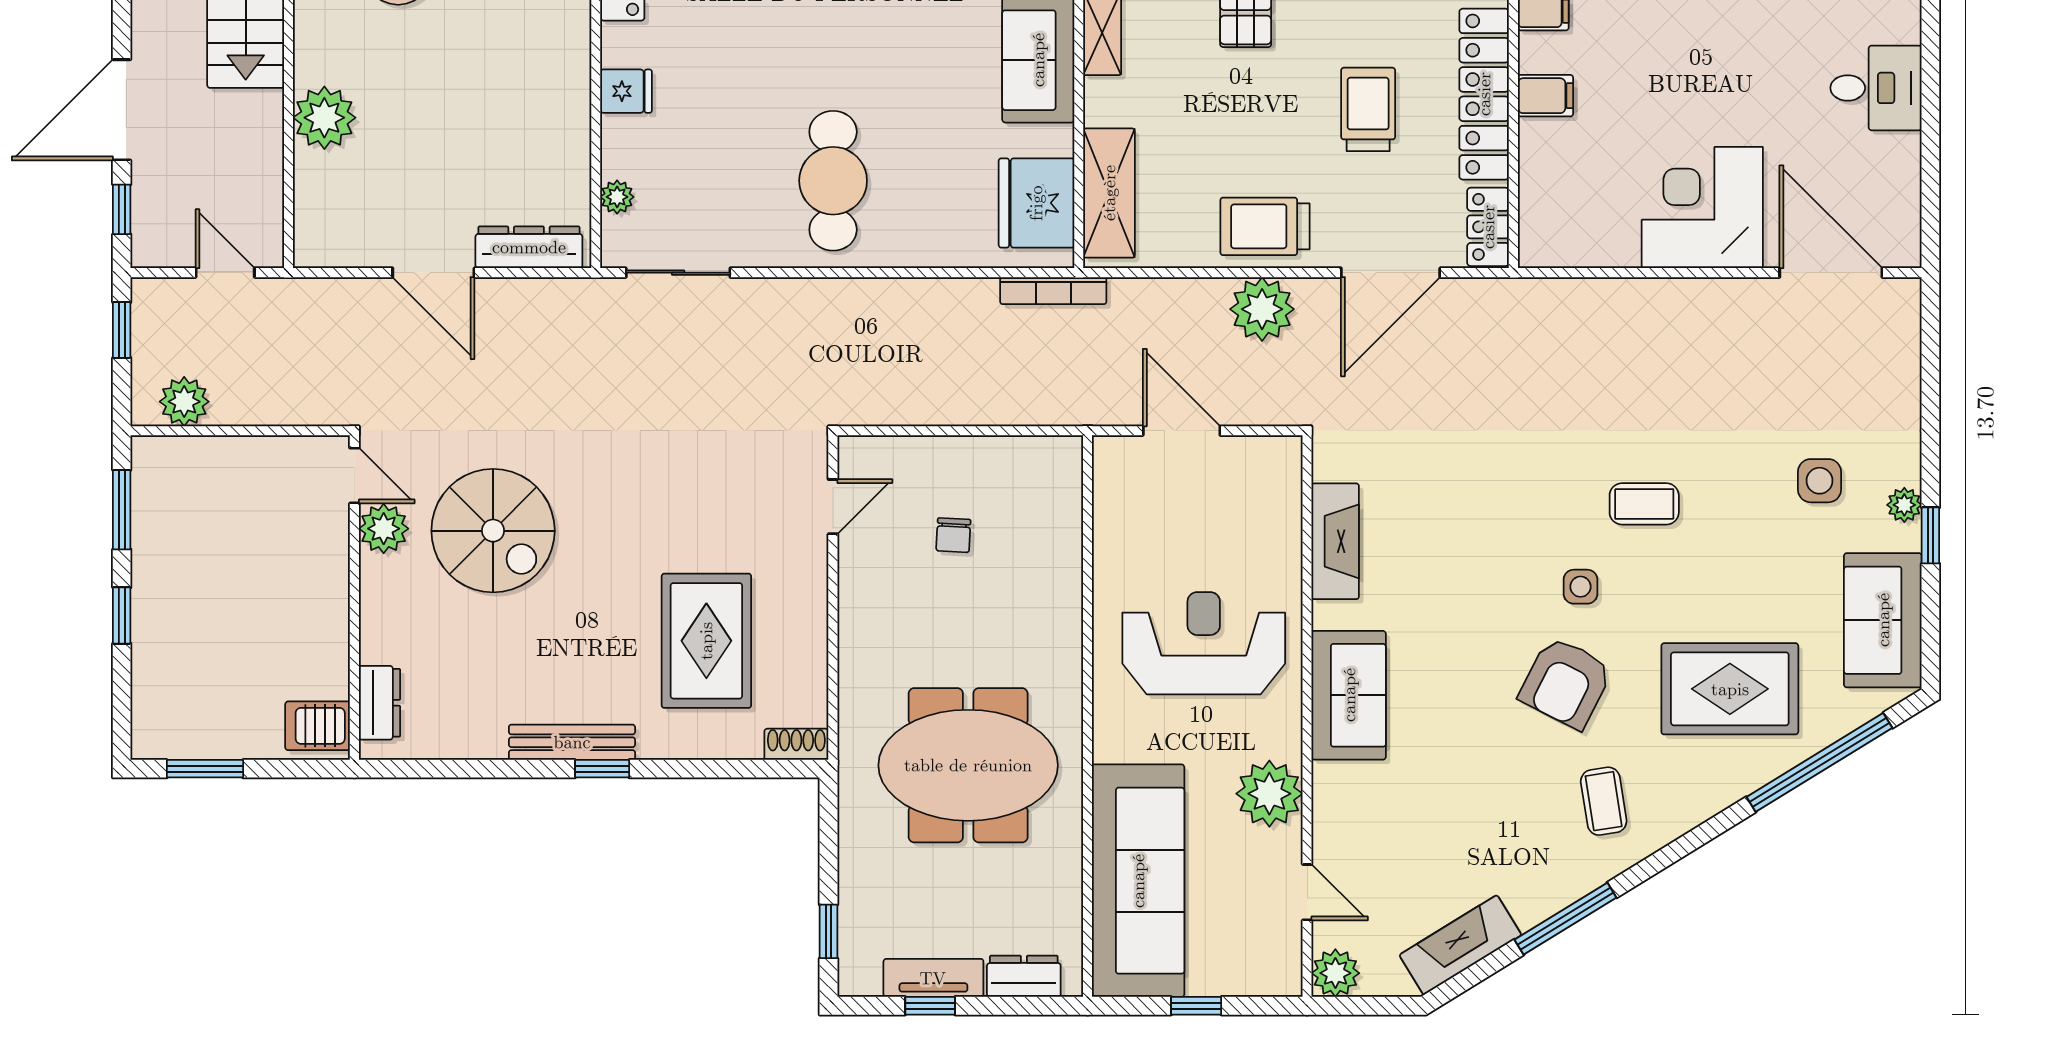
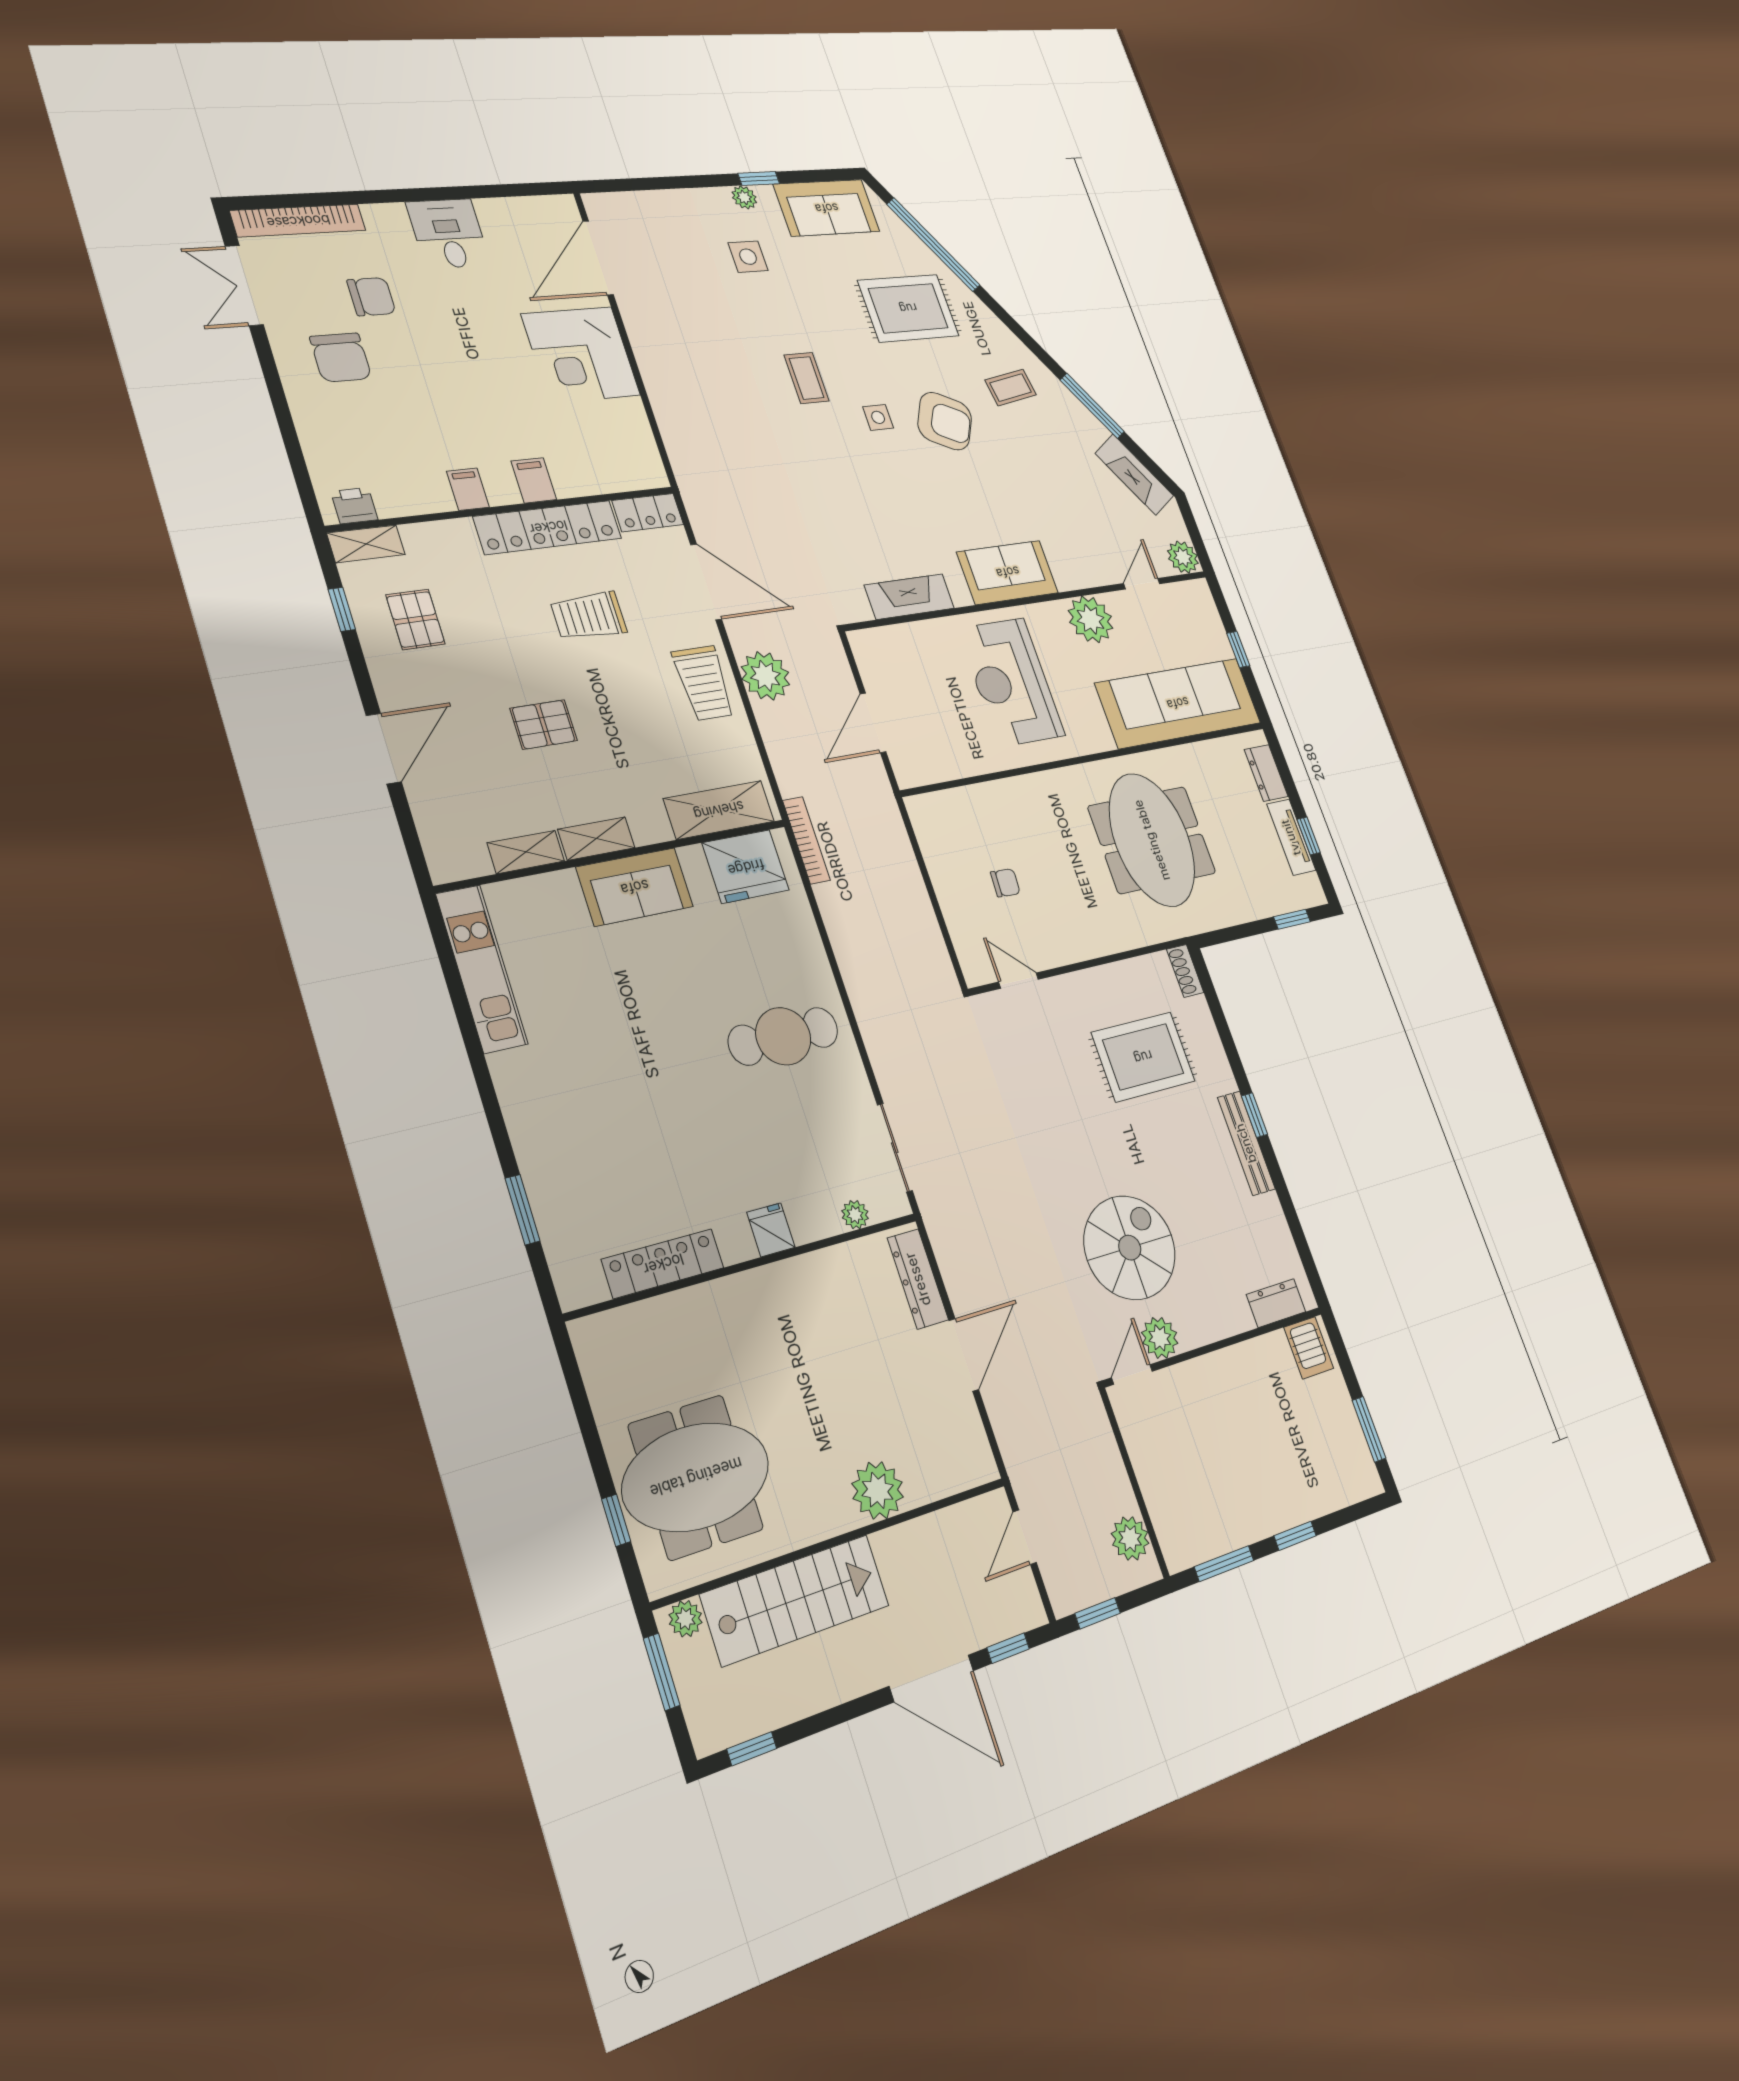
rug: (1730, 689) -> (908, 308), turned 90

